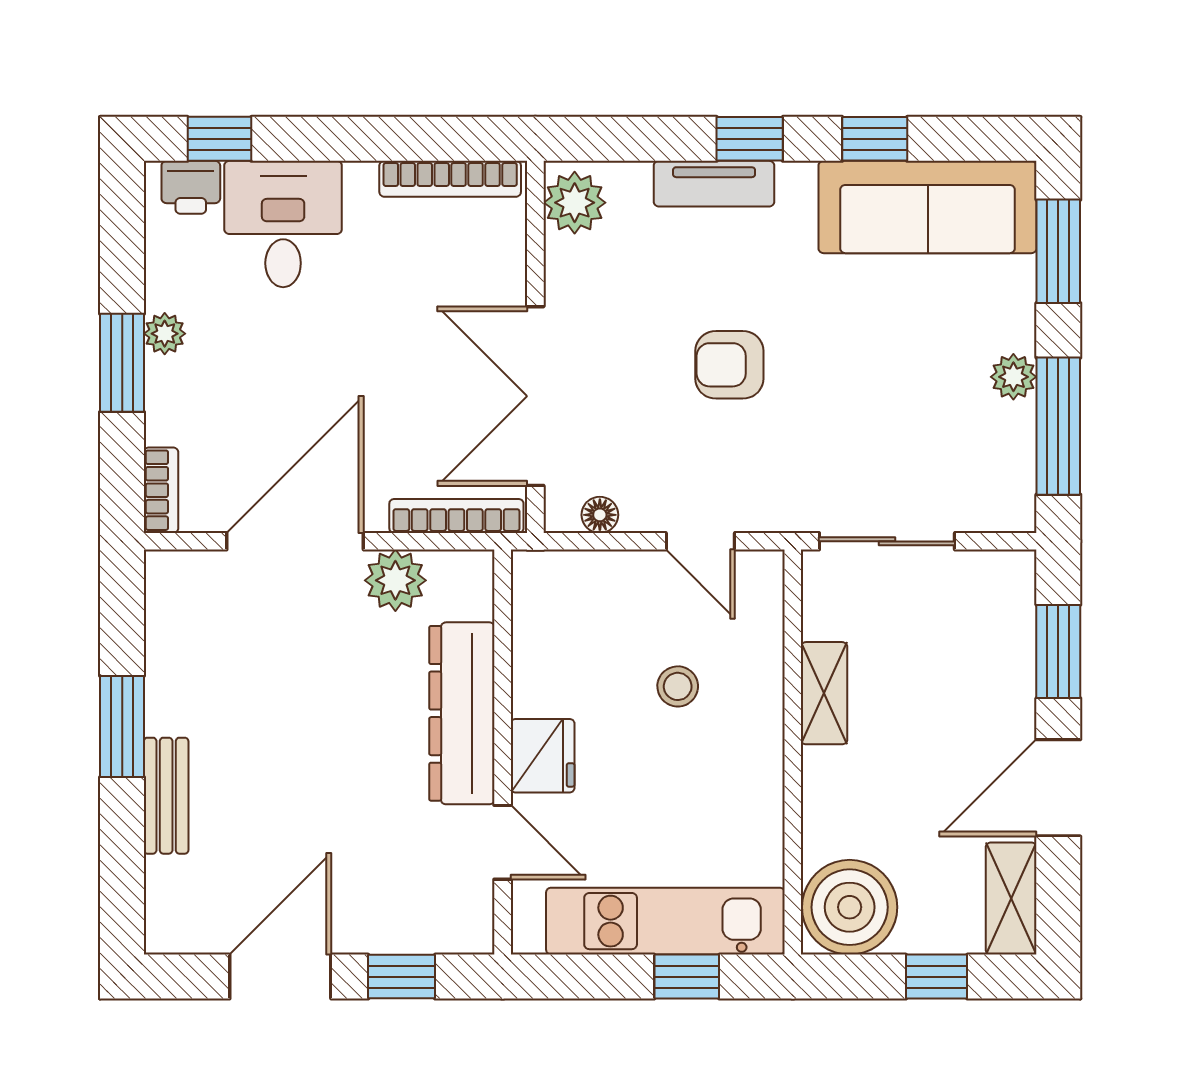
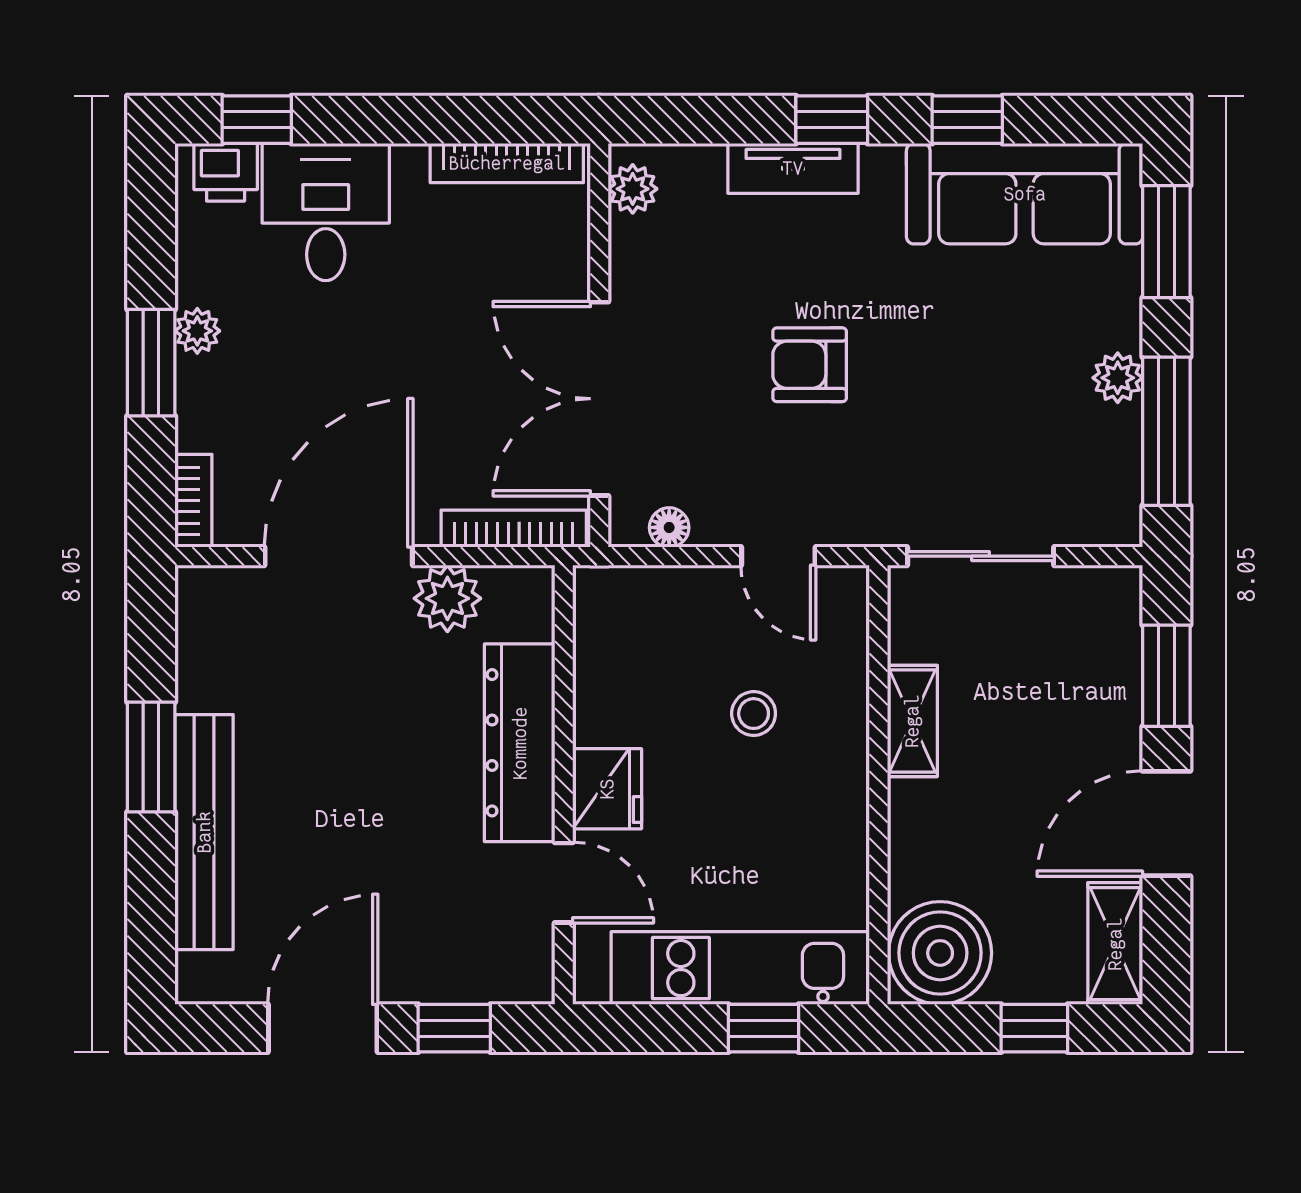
plant: (575, 203) -> (633, 189), width x0.73, depth x0.73
bench: (166, 796) -> (204, 832), width x1.86, depth x1.21

